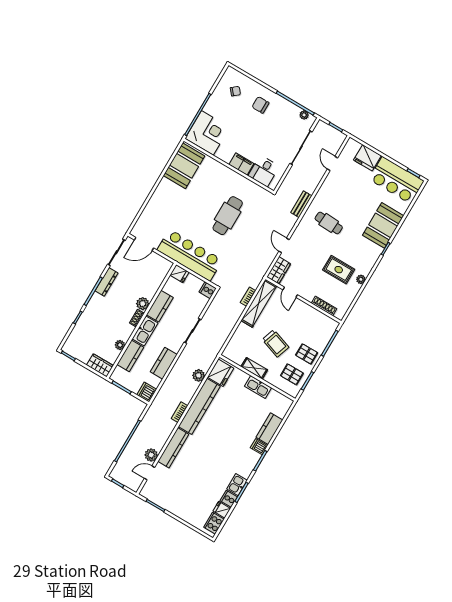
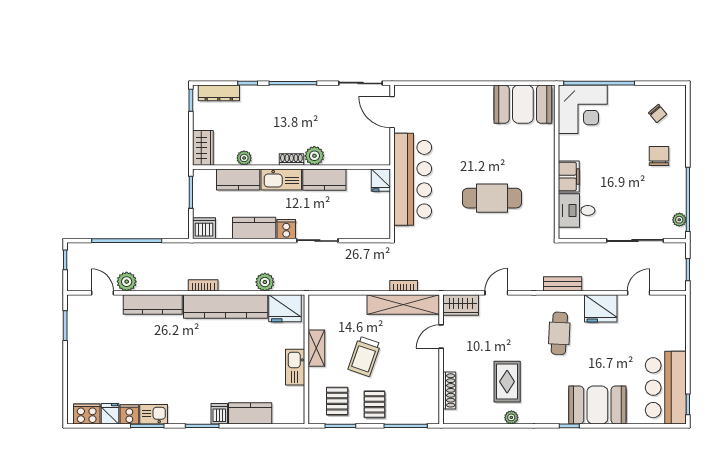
fridge: (367, 158) -> (601, 308), moved, turned -90
dresser: (107, 282) -> (219, 93), moved
cooker: (208, 290) -> (286, 229), moved

